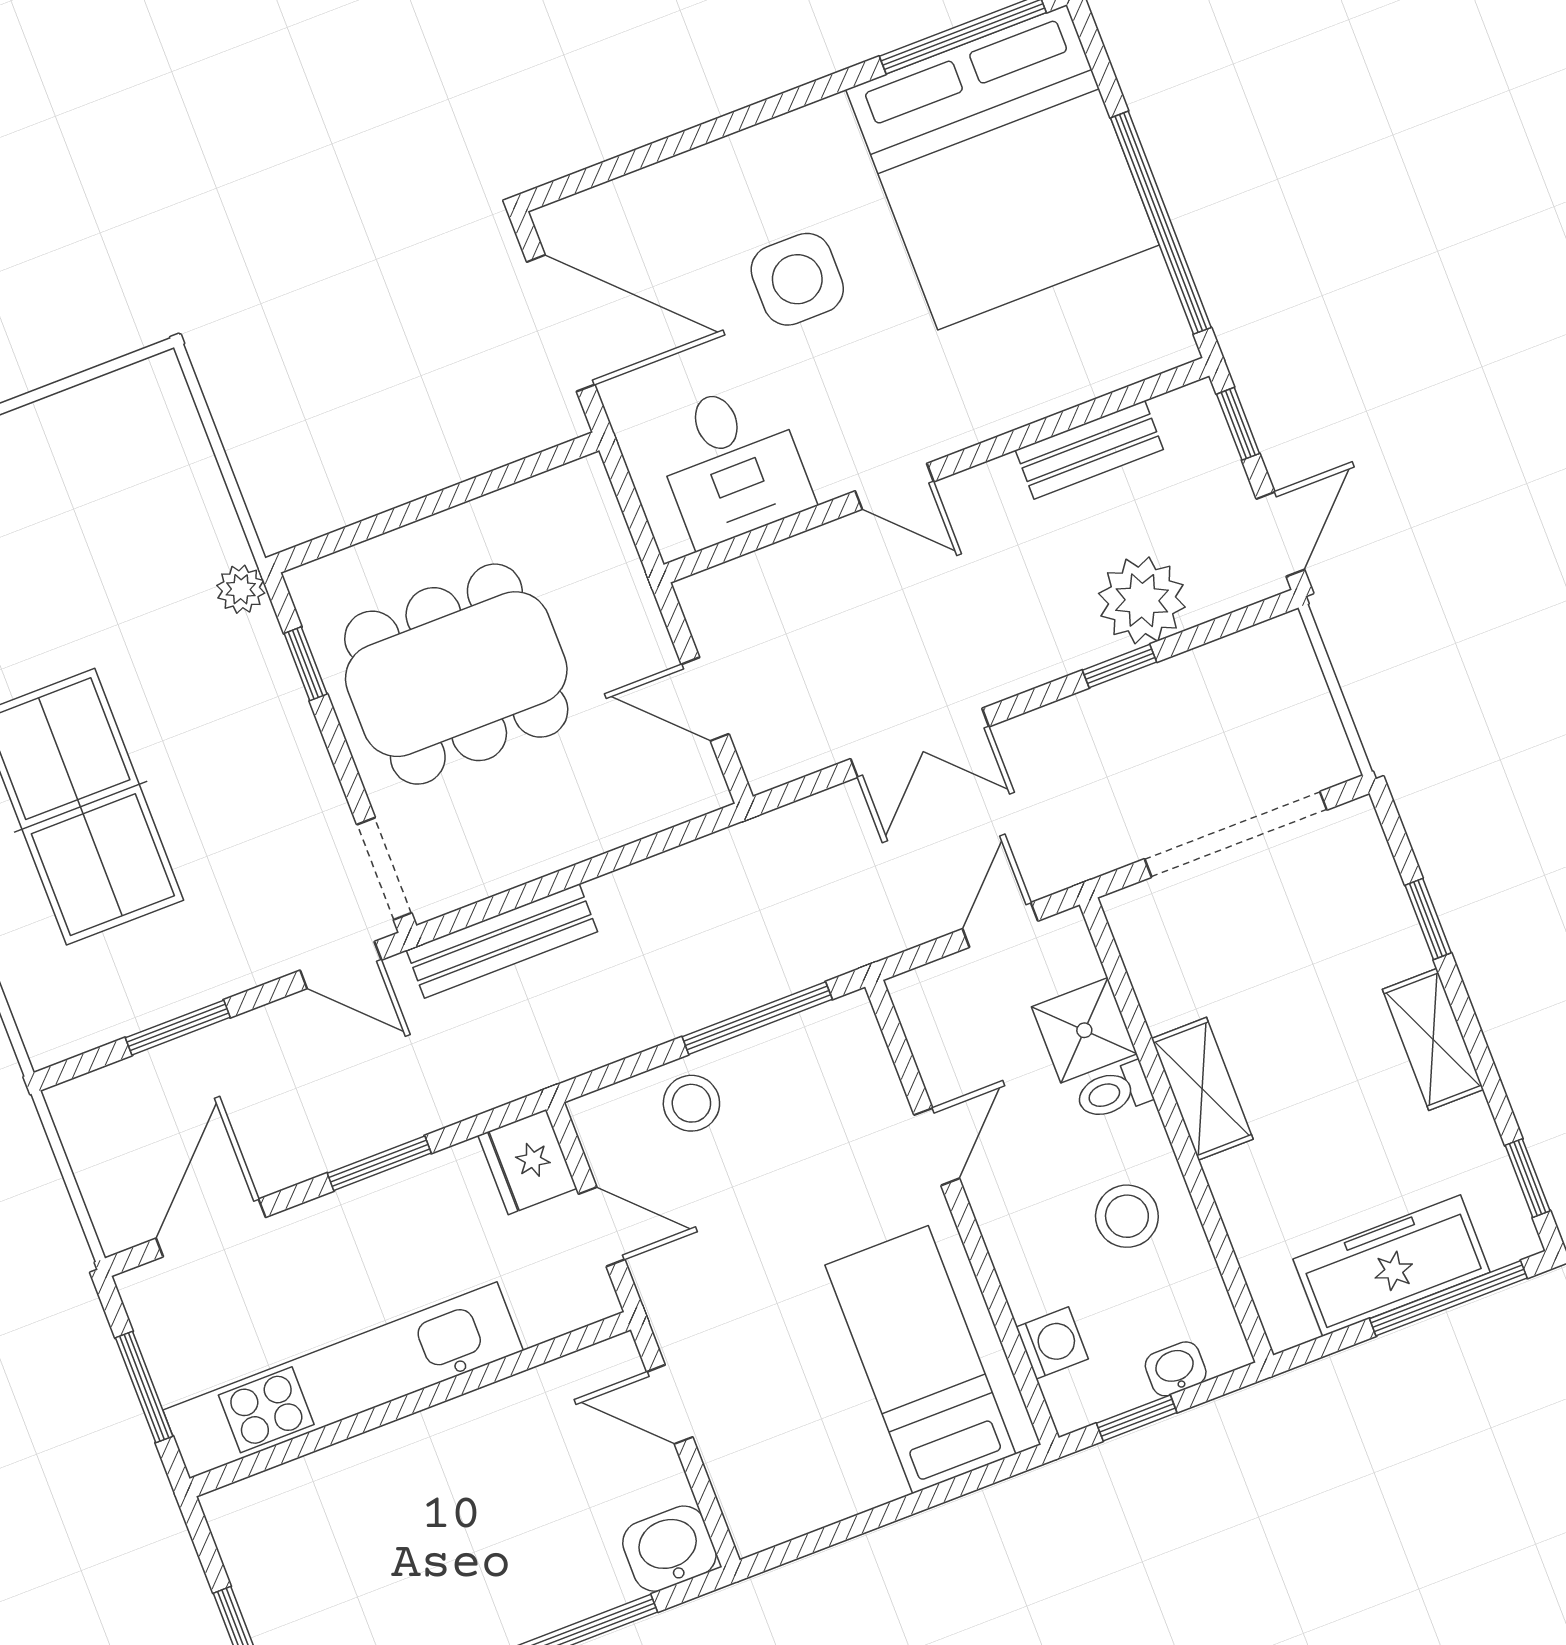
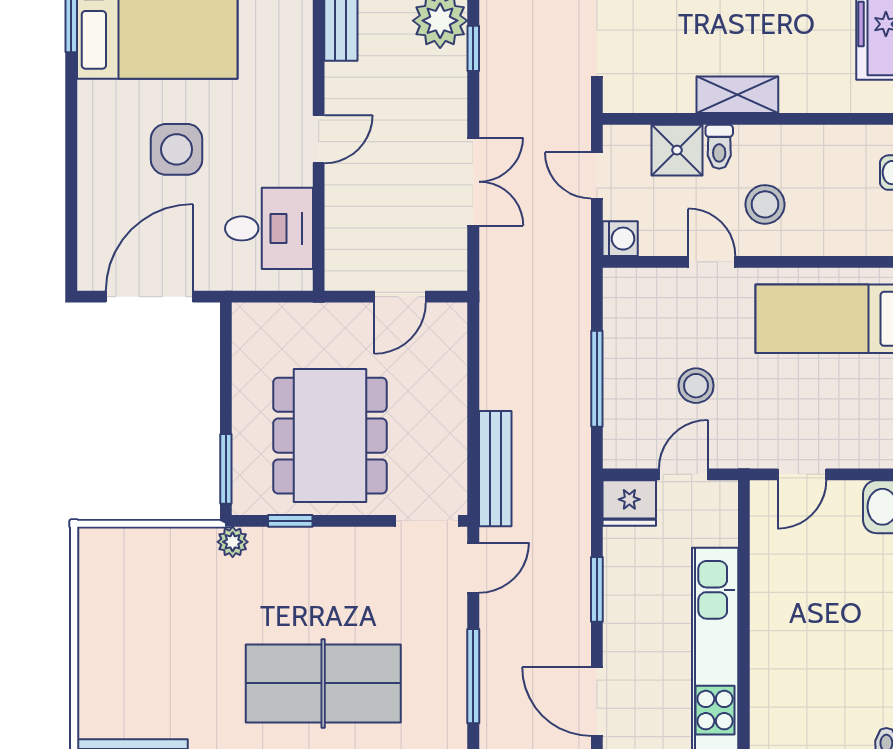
window: (346, 537) -> (226, 469), added
window: (757, 1018) -> (597, 379), moved
window: (178, 1028) -> (473, 676), width x1.44
stool: (691, 1103) -> (696, 386), moved
stool: (1127, 1216) -> (765, 204), moved
washing machine: (1052, 1343) -> (620, 239), moved, turned 90

